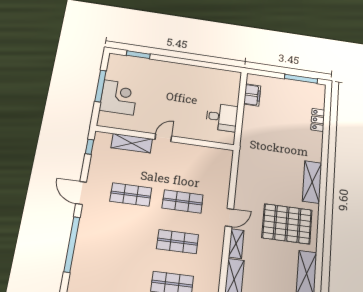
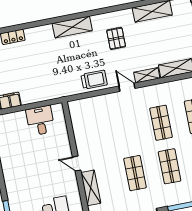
trolley: (249, 186) -> (94, 80), added
shop shelf: (183, 201) -> (170, 166), moved
pallet: (287, 224) -> (116, 38), width x0.49, depth x0.50

